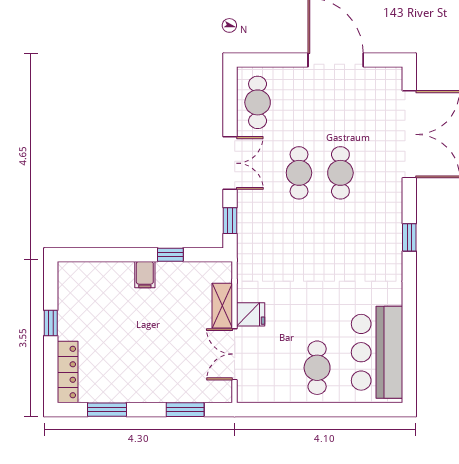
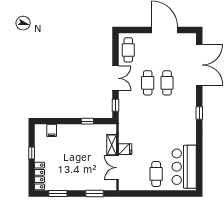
filing cabinet: (145, 275) -> (52, 130), moved

